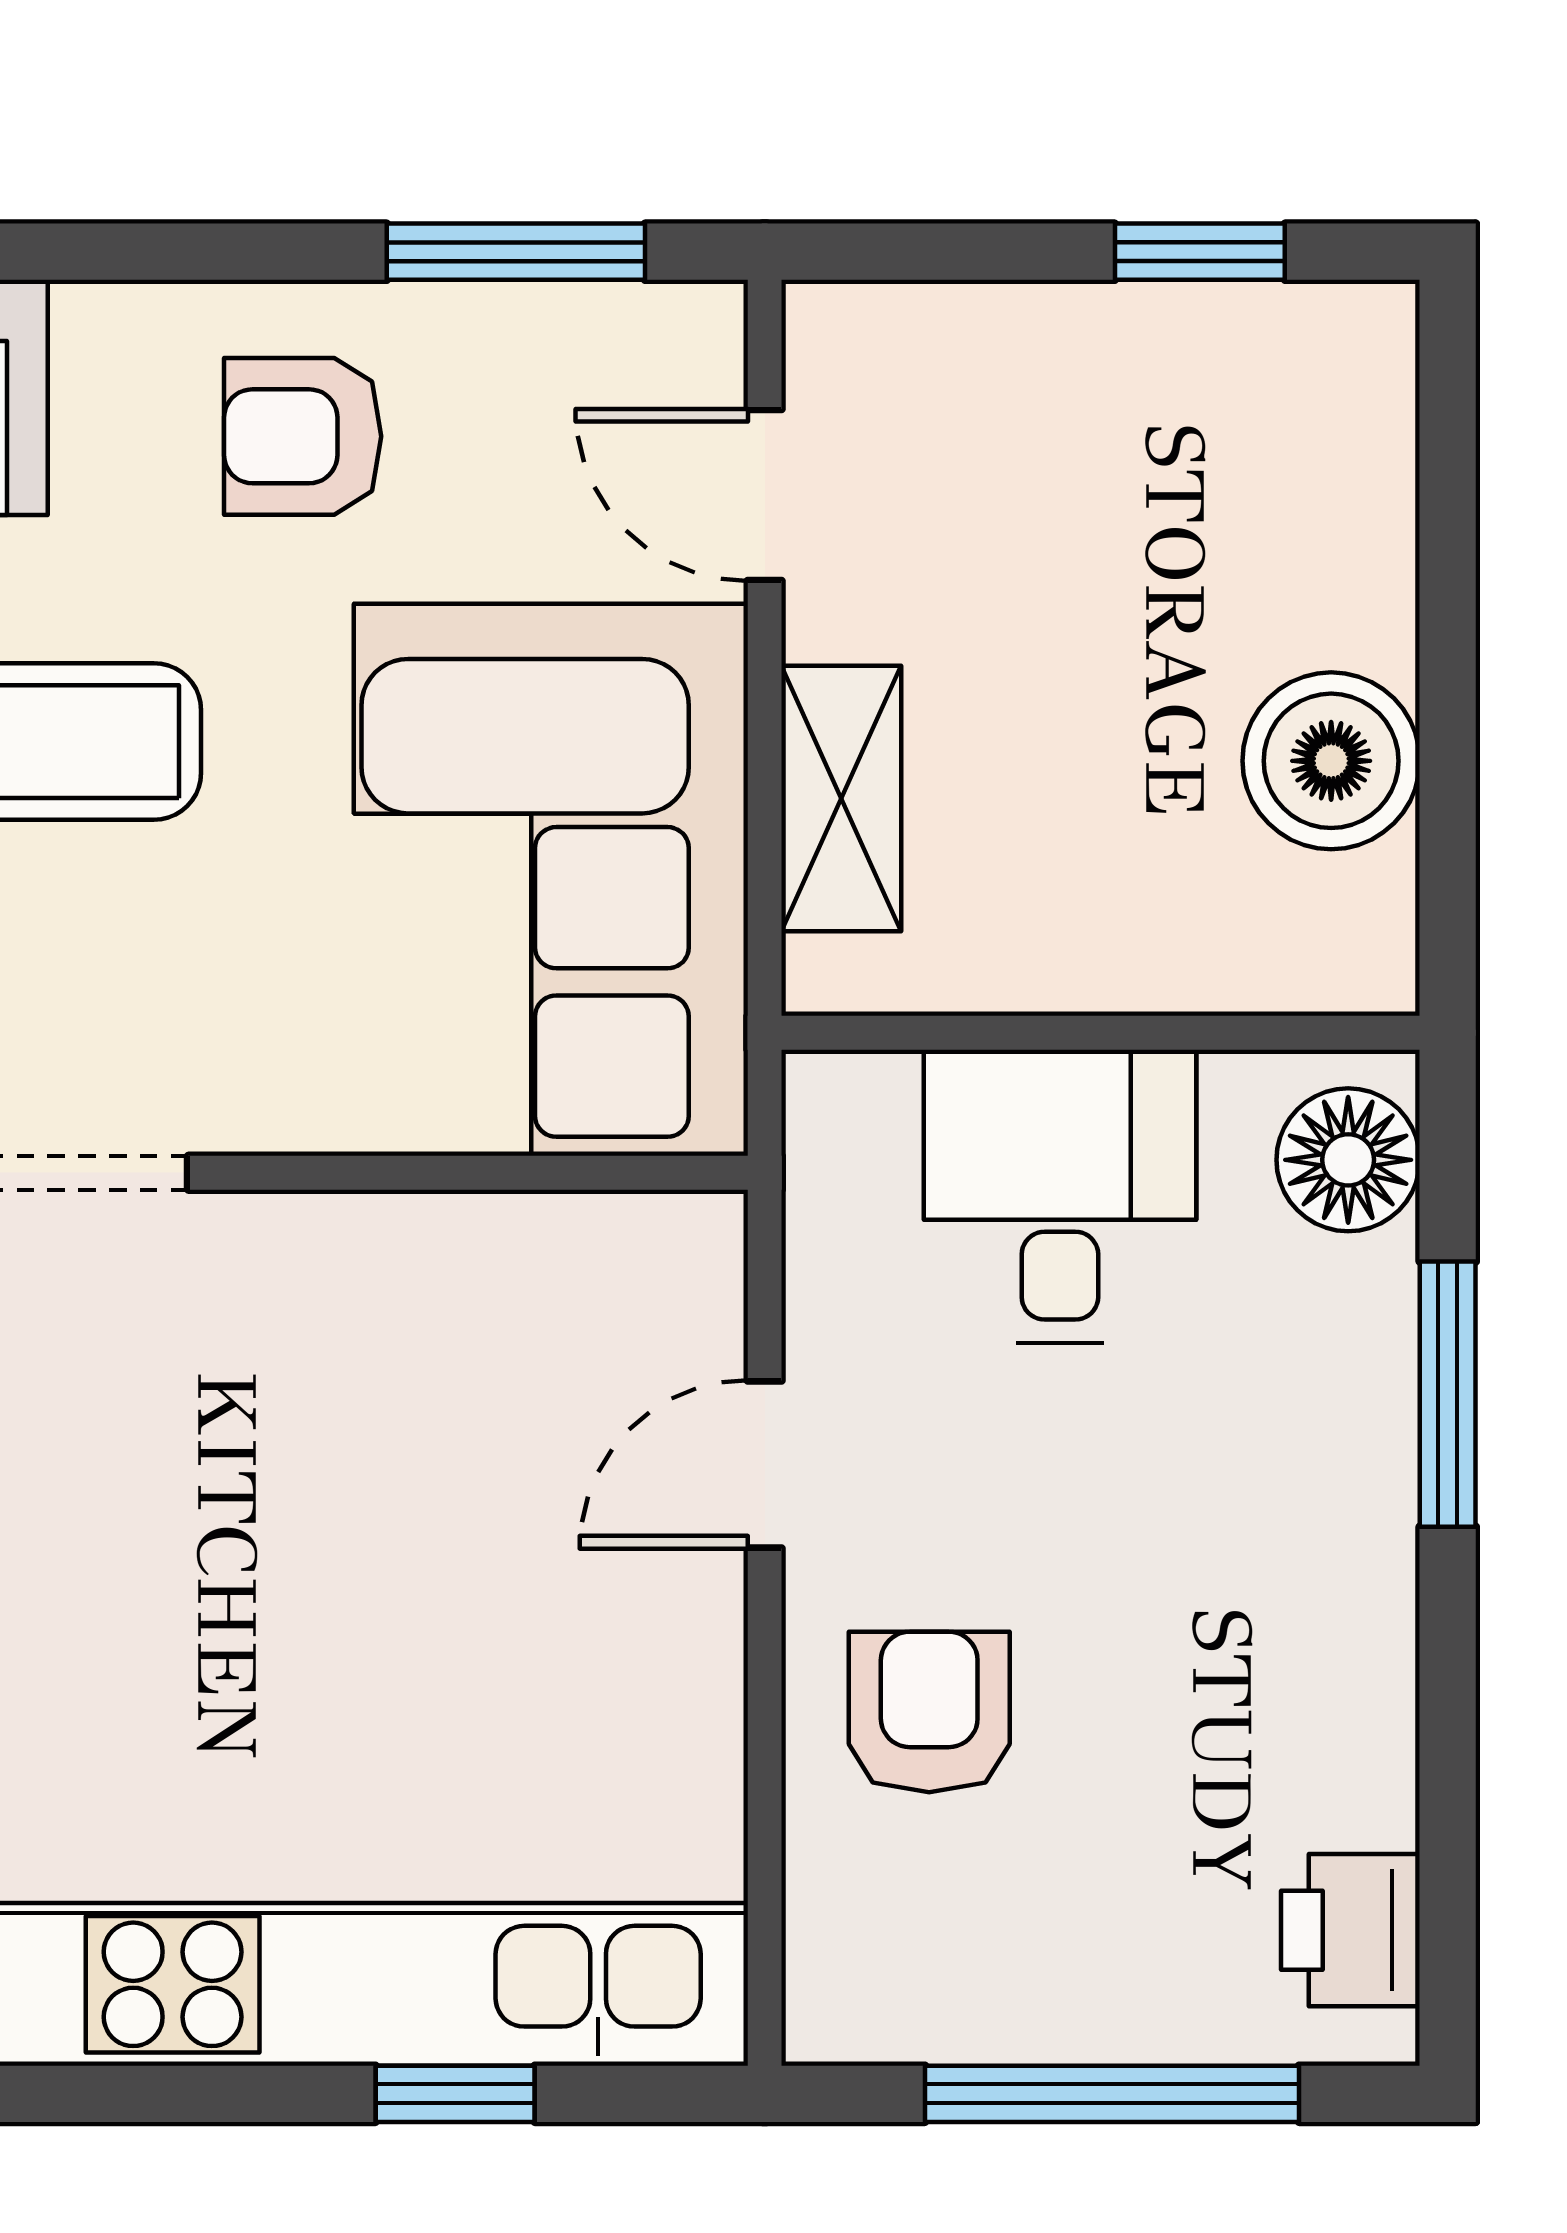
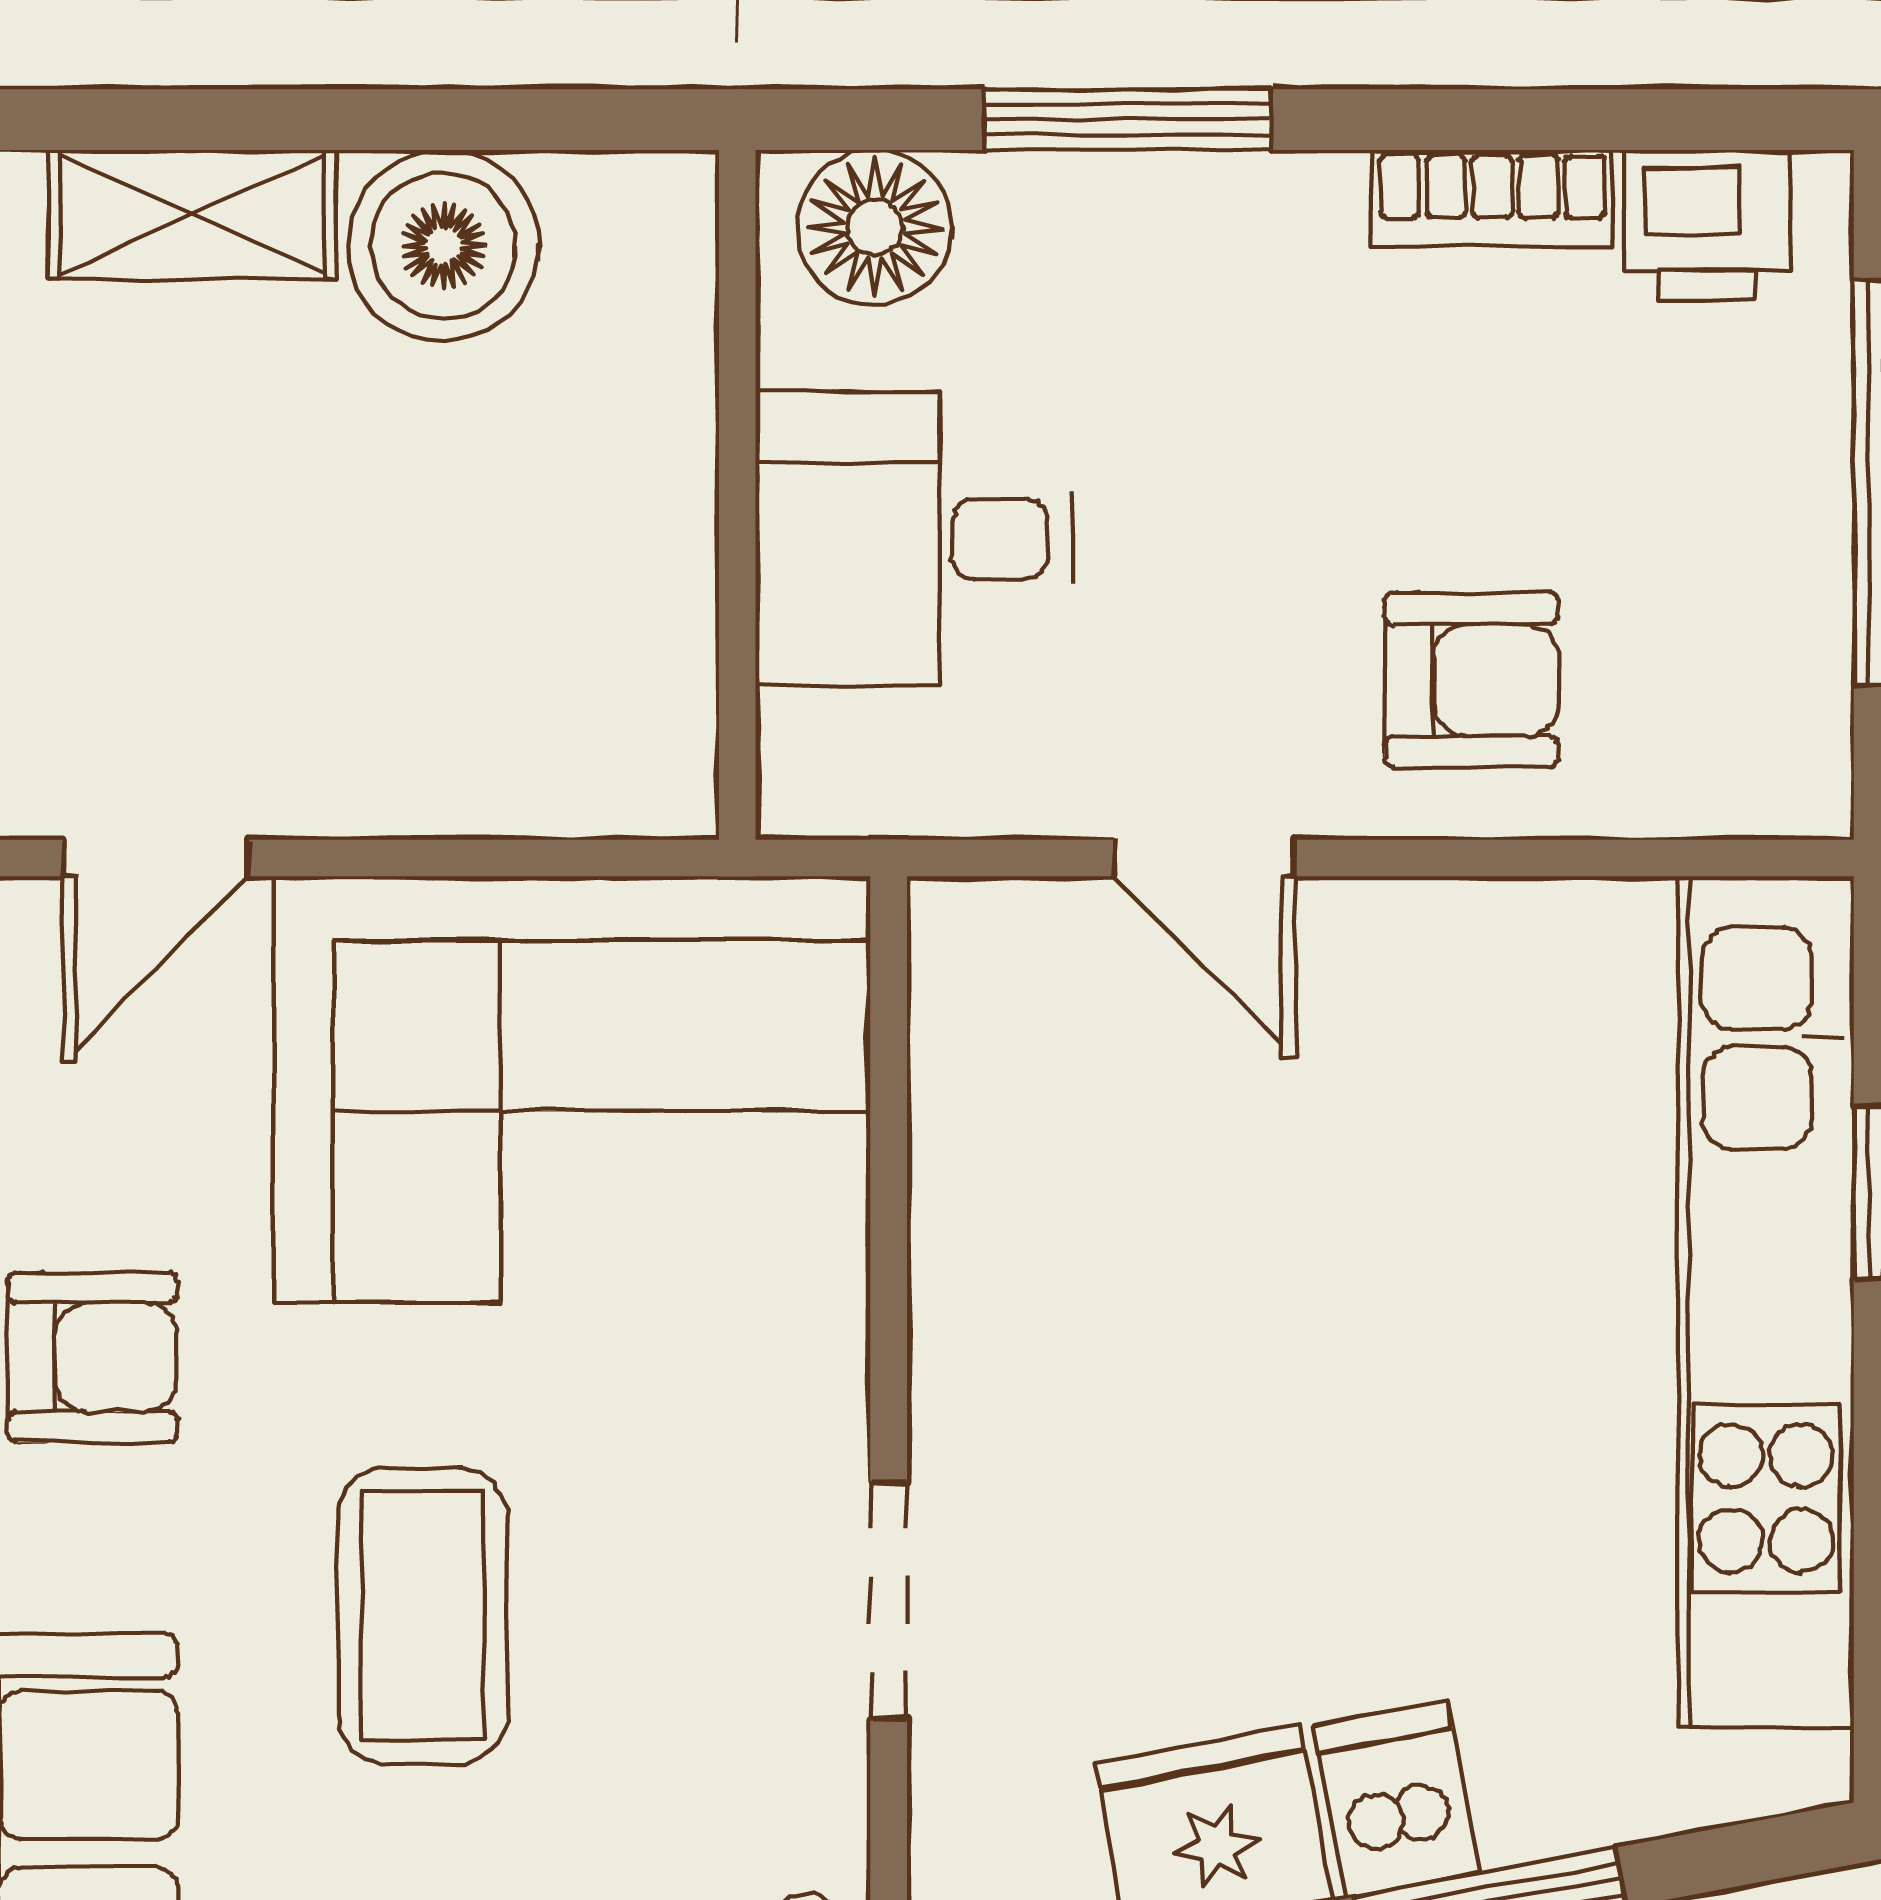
armchair: (303, 436) -> (93, 1357), turned -90
shelving: (841, 799) -> (192, 214), moved
armchair: (929, 1712) -> (1472, 680), turned 180
bookcase: (1375, 1731) -> (1492, 198), added

